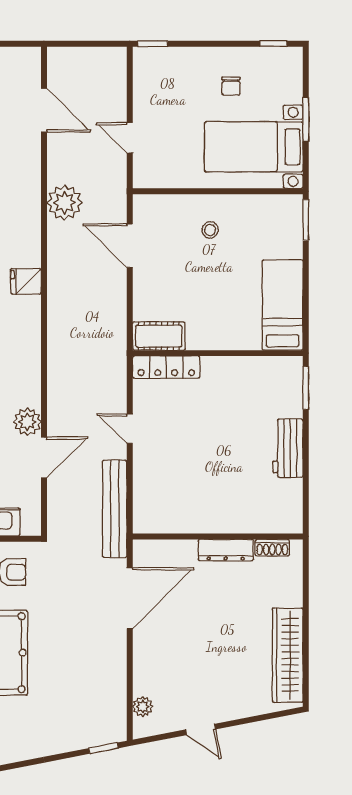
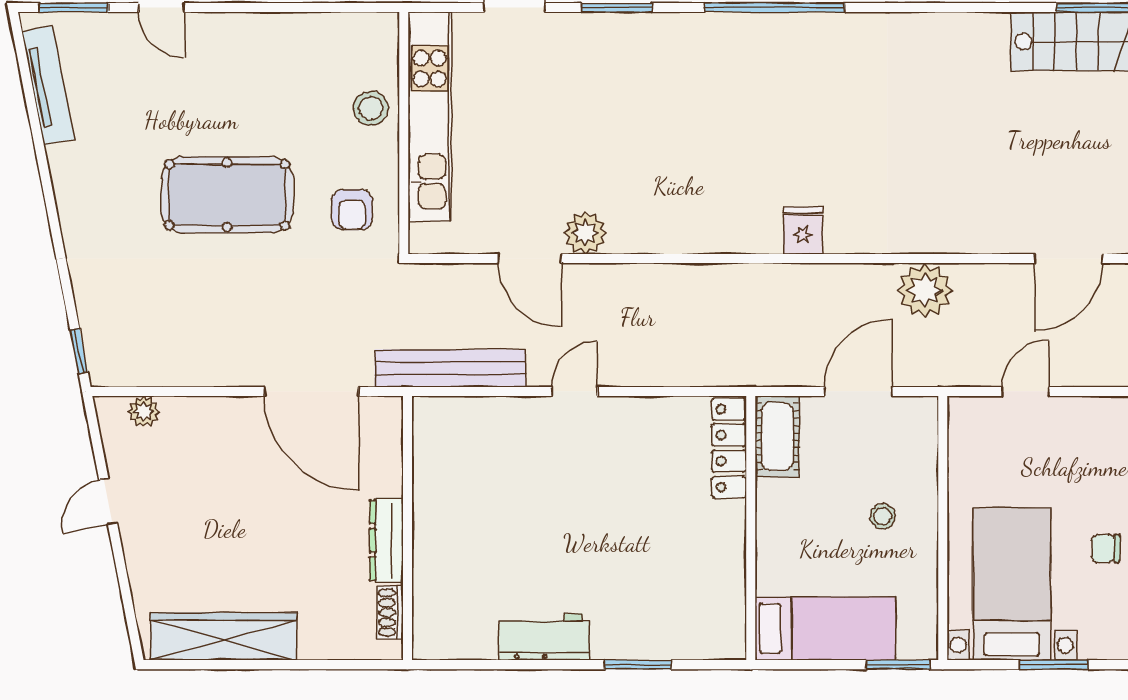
bed: (283, 305) -> (825, 629), moved
cot: (159, 336) -> (777, 437), moved
wall: (218, 353) -> (751, 528), moved
locker: (166, 367) -> (729, 448), moved

